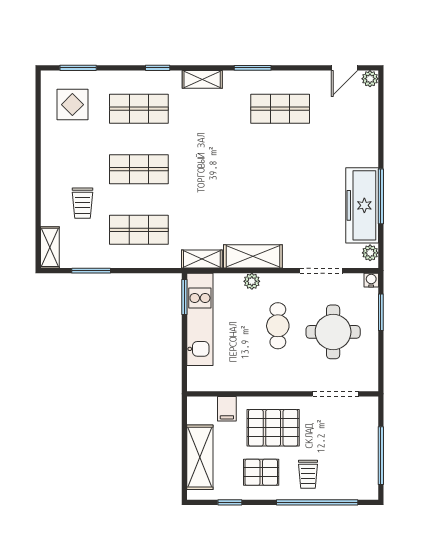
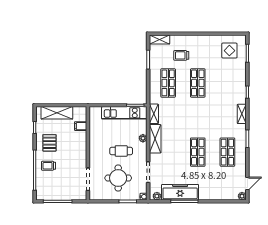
door: (344, 68) -> (247, 184), swing flipped
shop shelf: (139, 109) -> (198, 152), moved
pallet: (273, 428) -> (71, 149), removed

